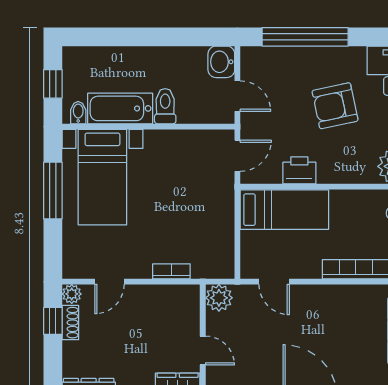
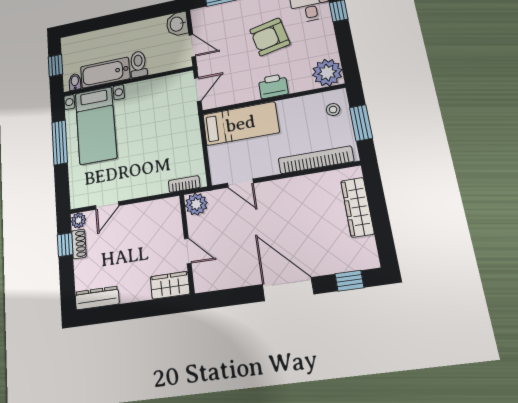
printer: (299, 170) -> (273, 86), moved
bookcase: (171, 271) -> (184, 184), moved

